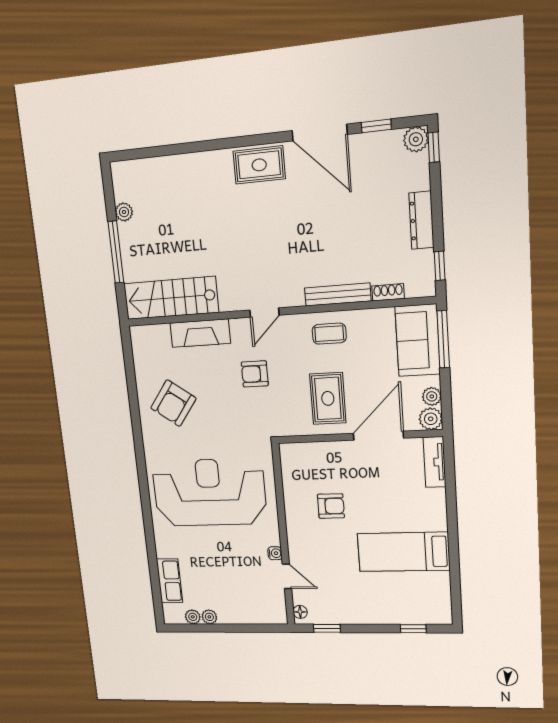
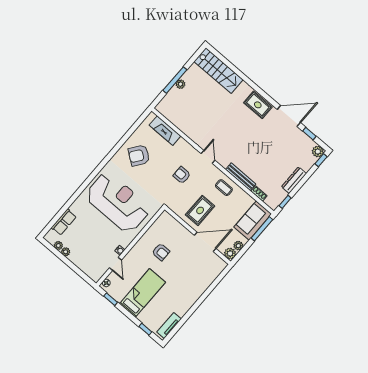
door: (320, 133) -> (289, 116), swing flipped
plant: (124, 212) -> (180, 84), moved
stairs: (171, 298) -> (218, 71), moved, turned 180
door: (265, 313) -> (208, 157), swing flipped
fireplace: (200, 333) -> (165, 131), moved
tv unit: (435, 462) -> (169, 326), moved
bed: (403, 552) -> (142, 293), moved, turned 90

